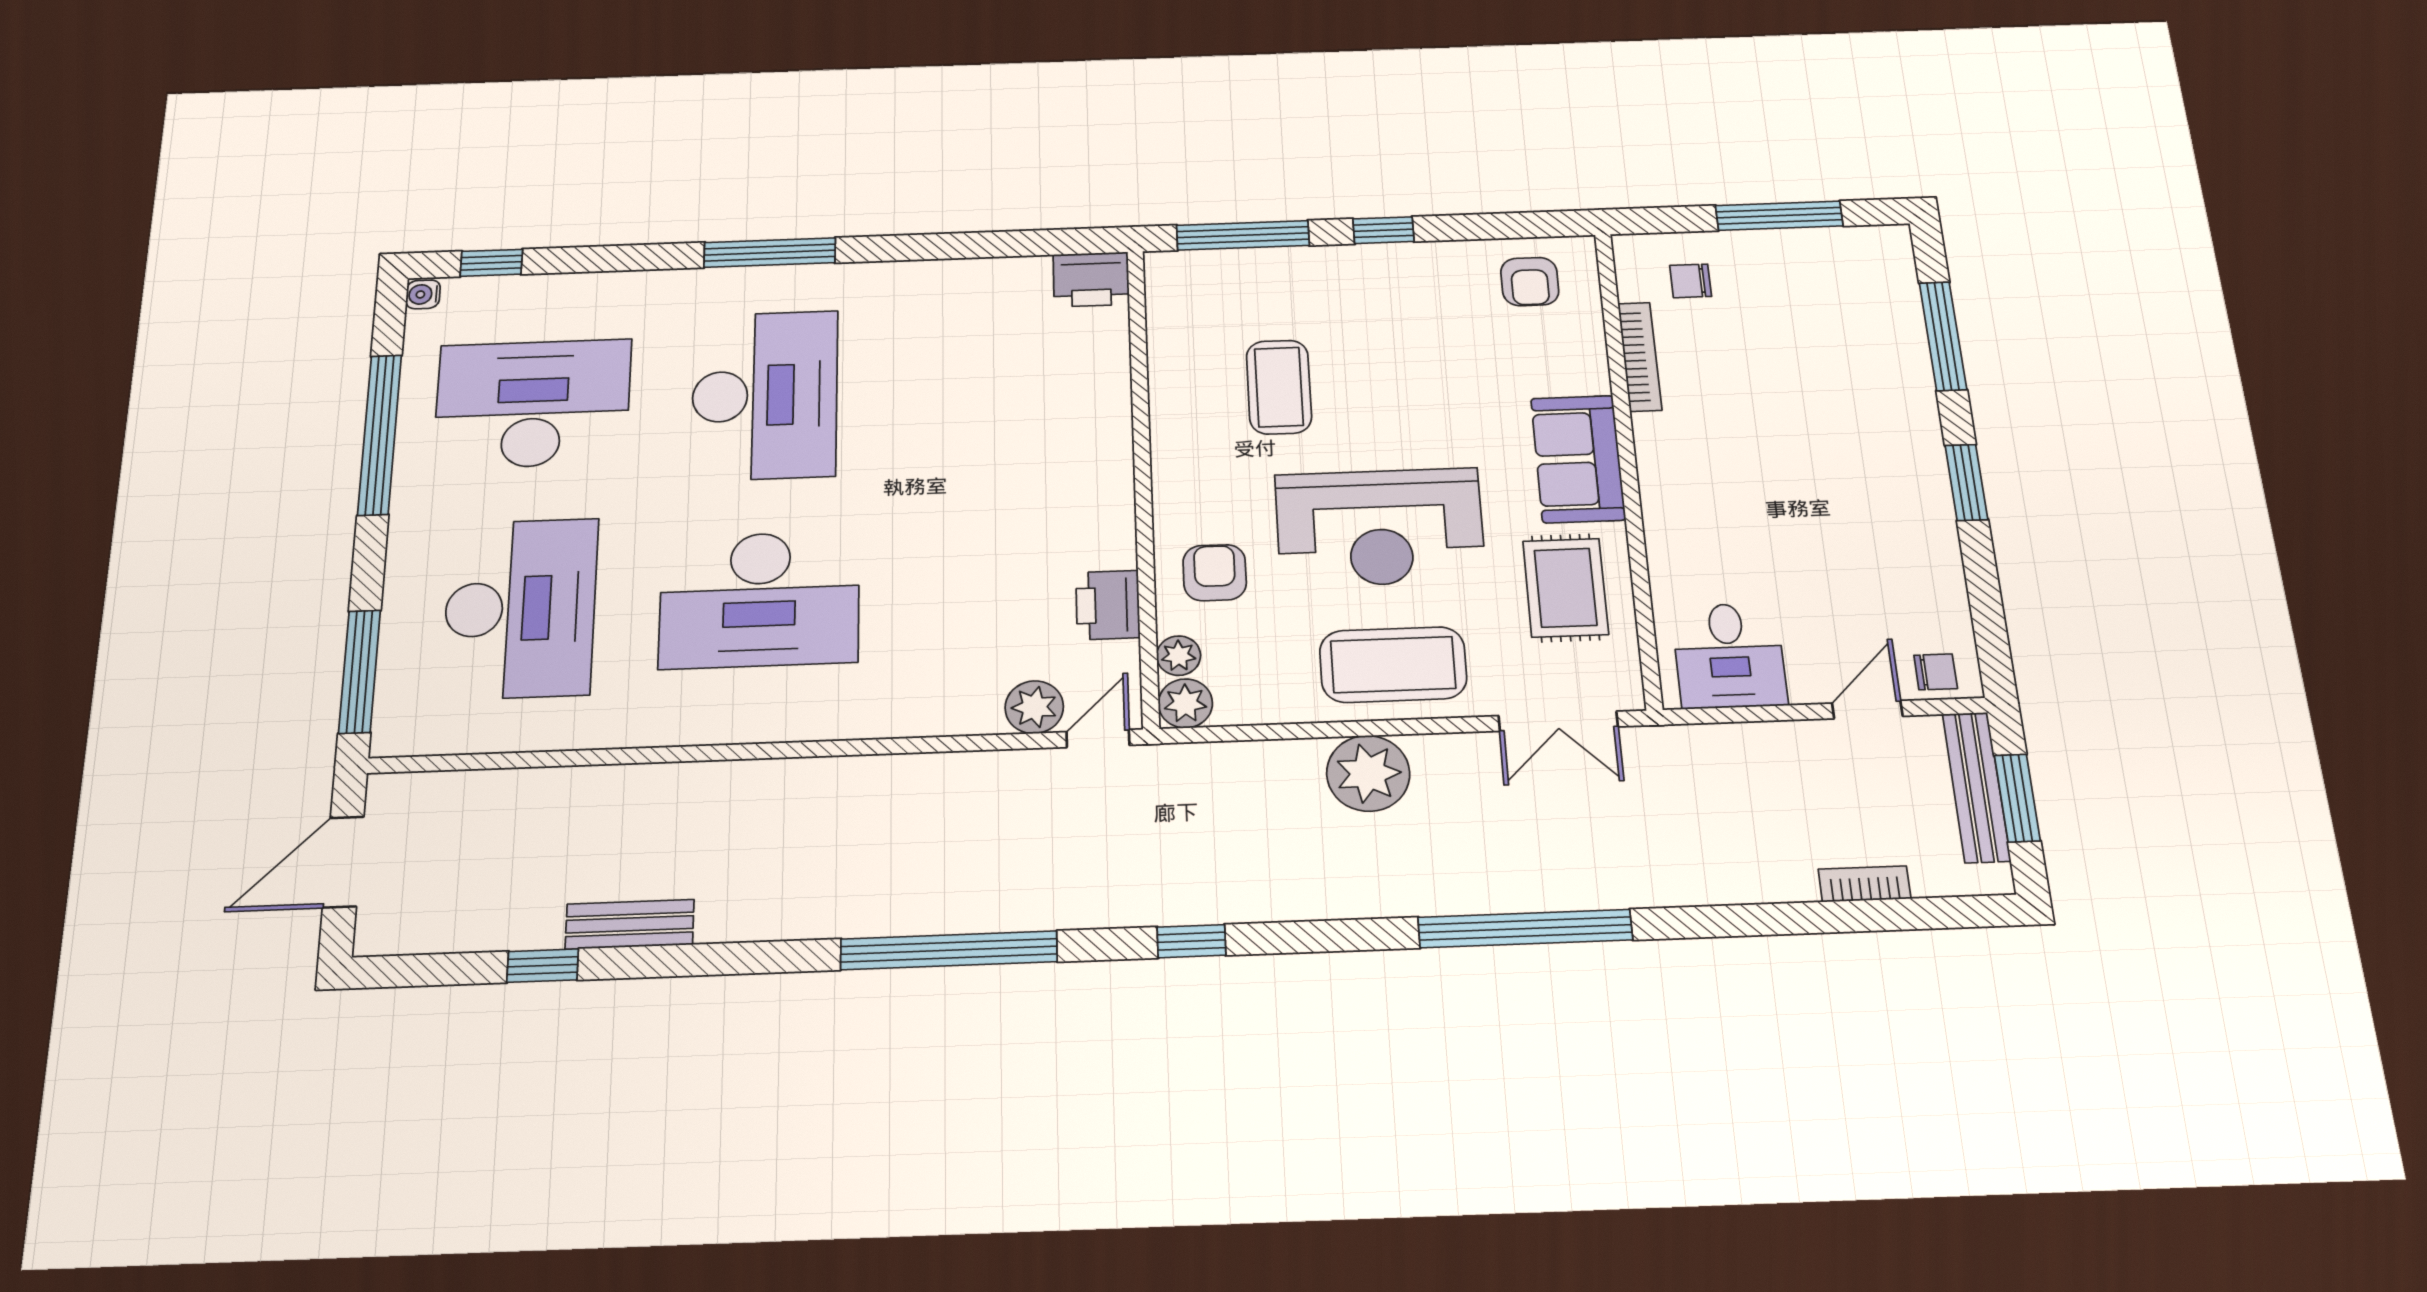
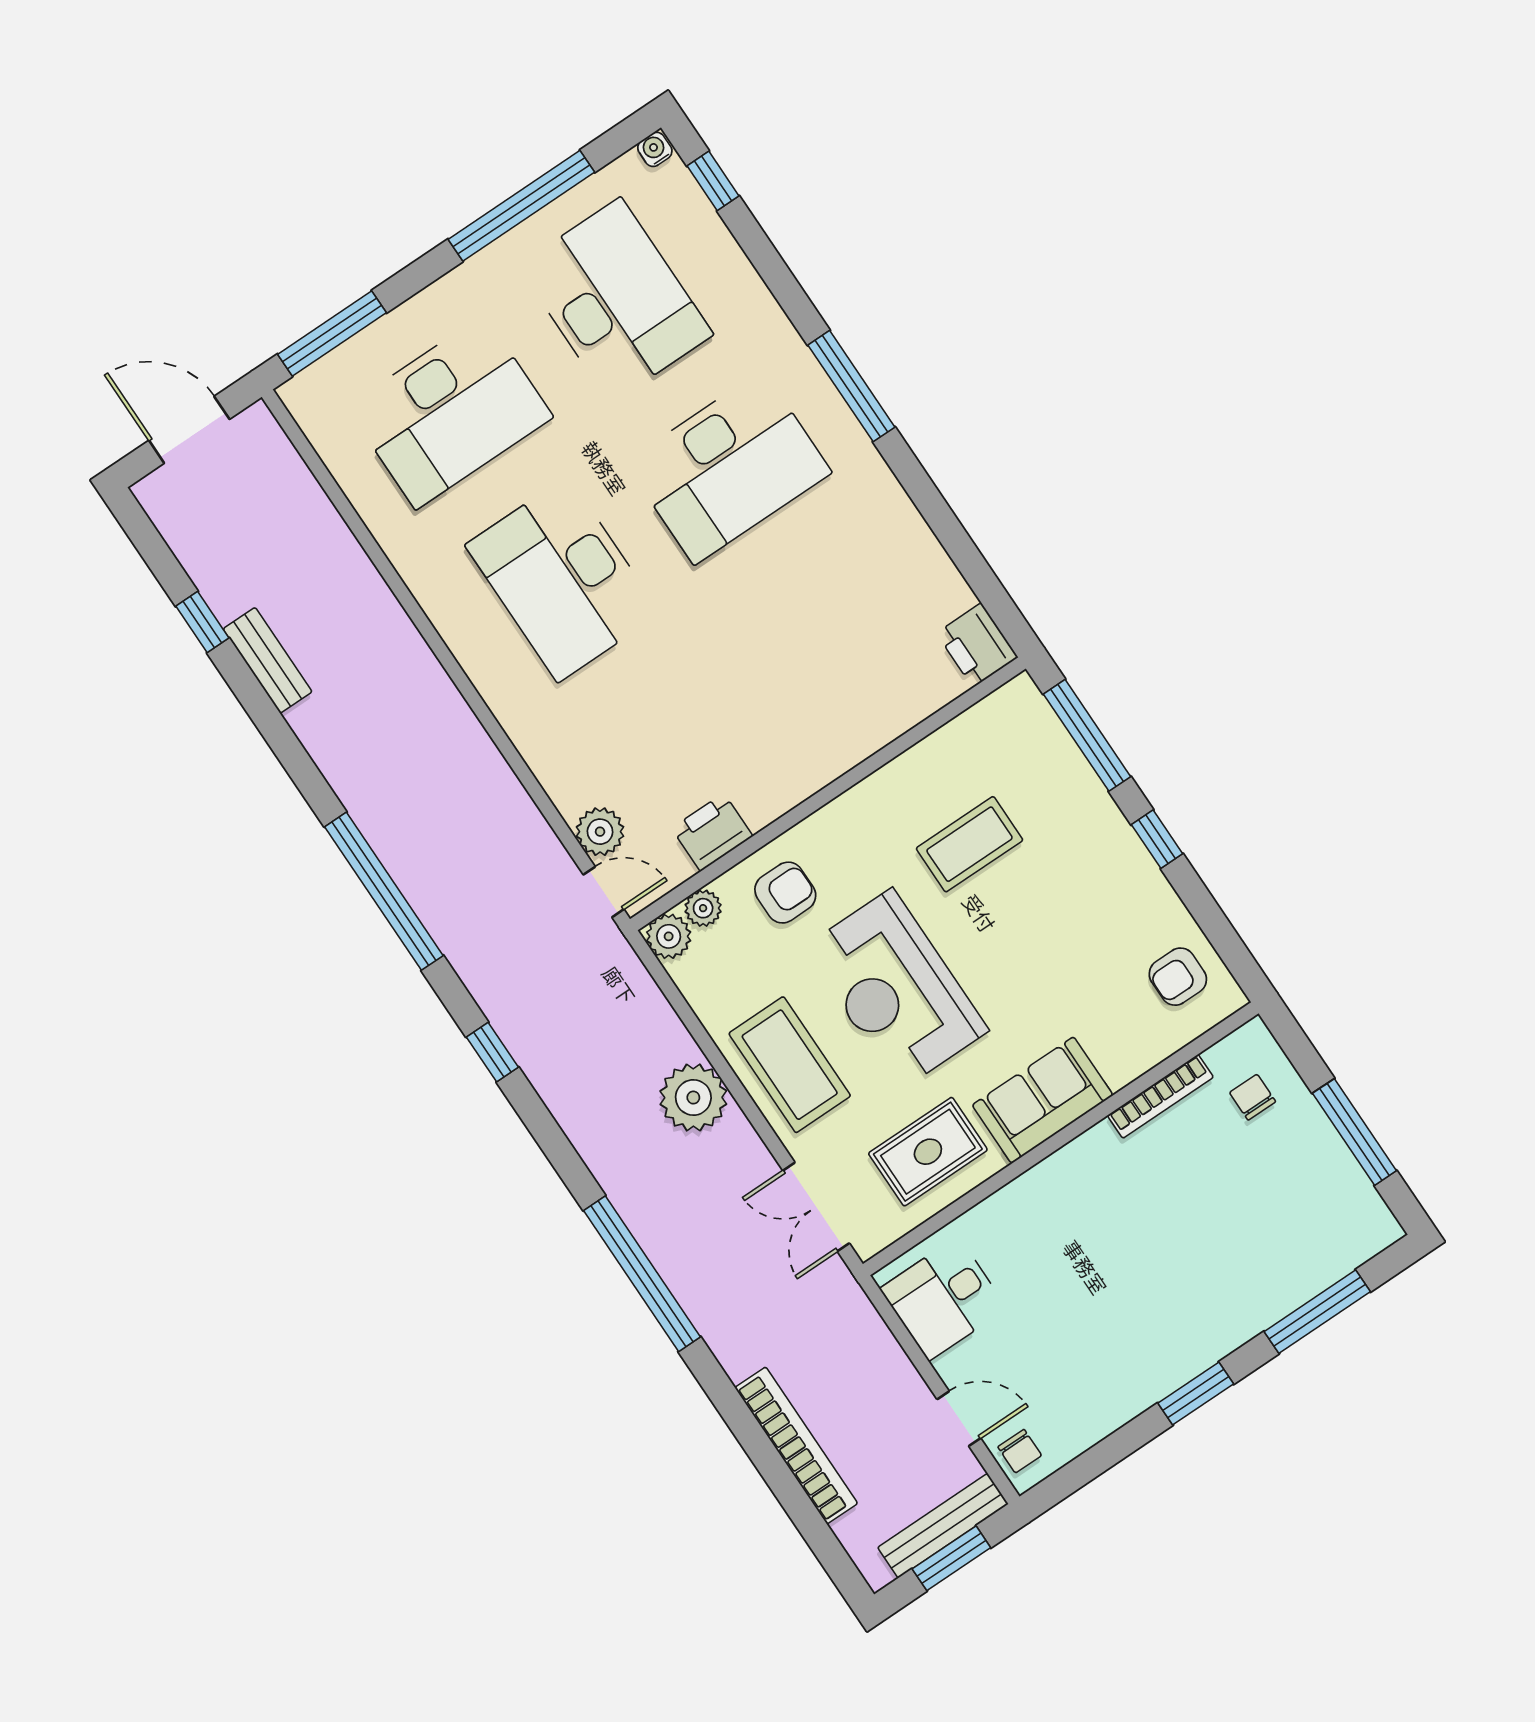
bookcase: (1864, 884) -> (796, 1446), width x2.31, depth x1.31

